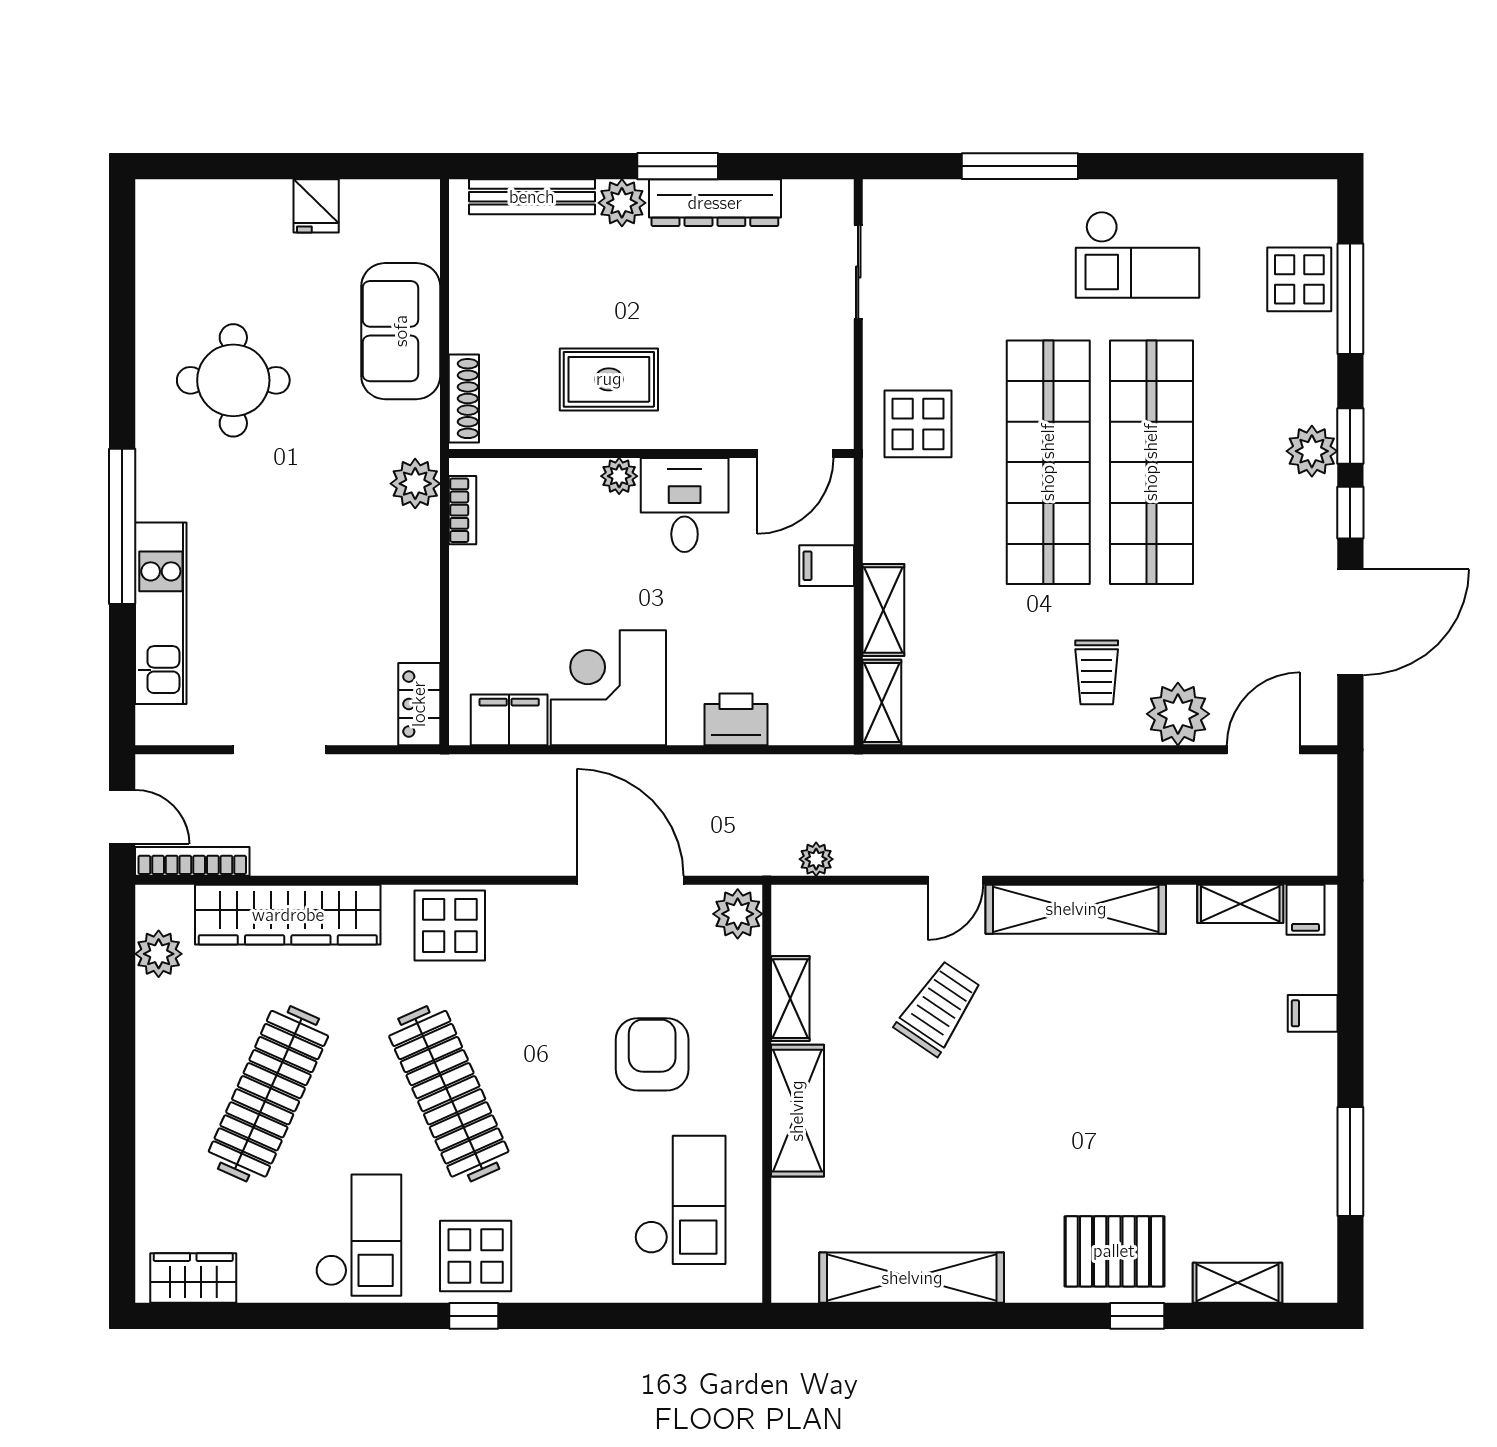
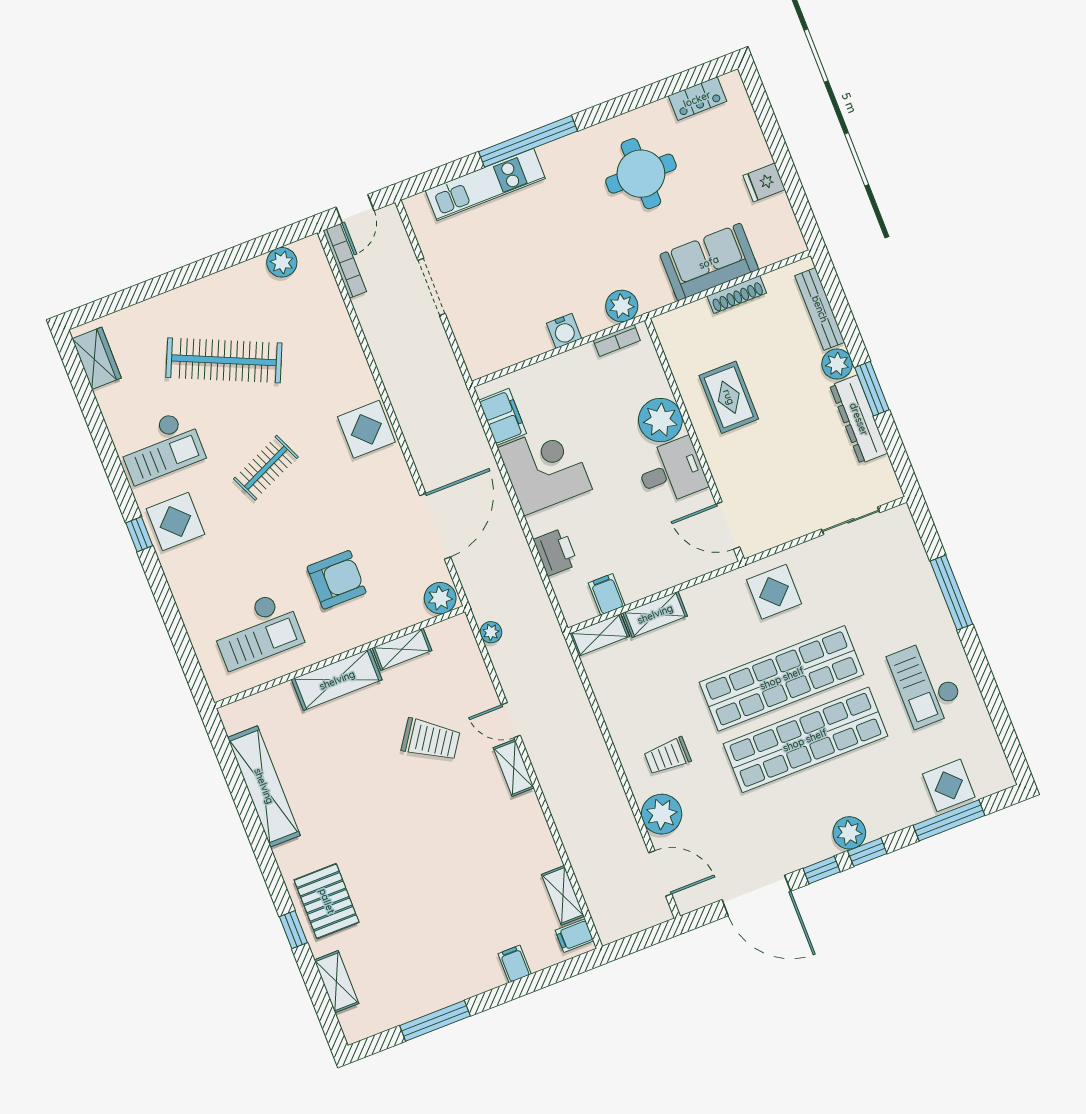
shoe rack: (464, 399) -> (737, 295), moved
plant: (619, 476) -> (660, 420), width x1.87, depth x1.87
filing cabinet: (827, 566) -> (607, 594), moved
water cooler: (419, 582) -> (564, 331), added
locker: (419, 704) -> (697, 99), moved, turned 180
shelving: (1076, 909) -> (514, 768), width x0.45, depth x0.75
wardrobe: (288, 915) -> (335, 330), removed
clothes rail: (449, 1094) -> (266, 468), width x0.54, depth x0.76

